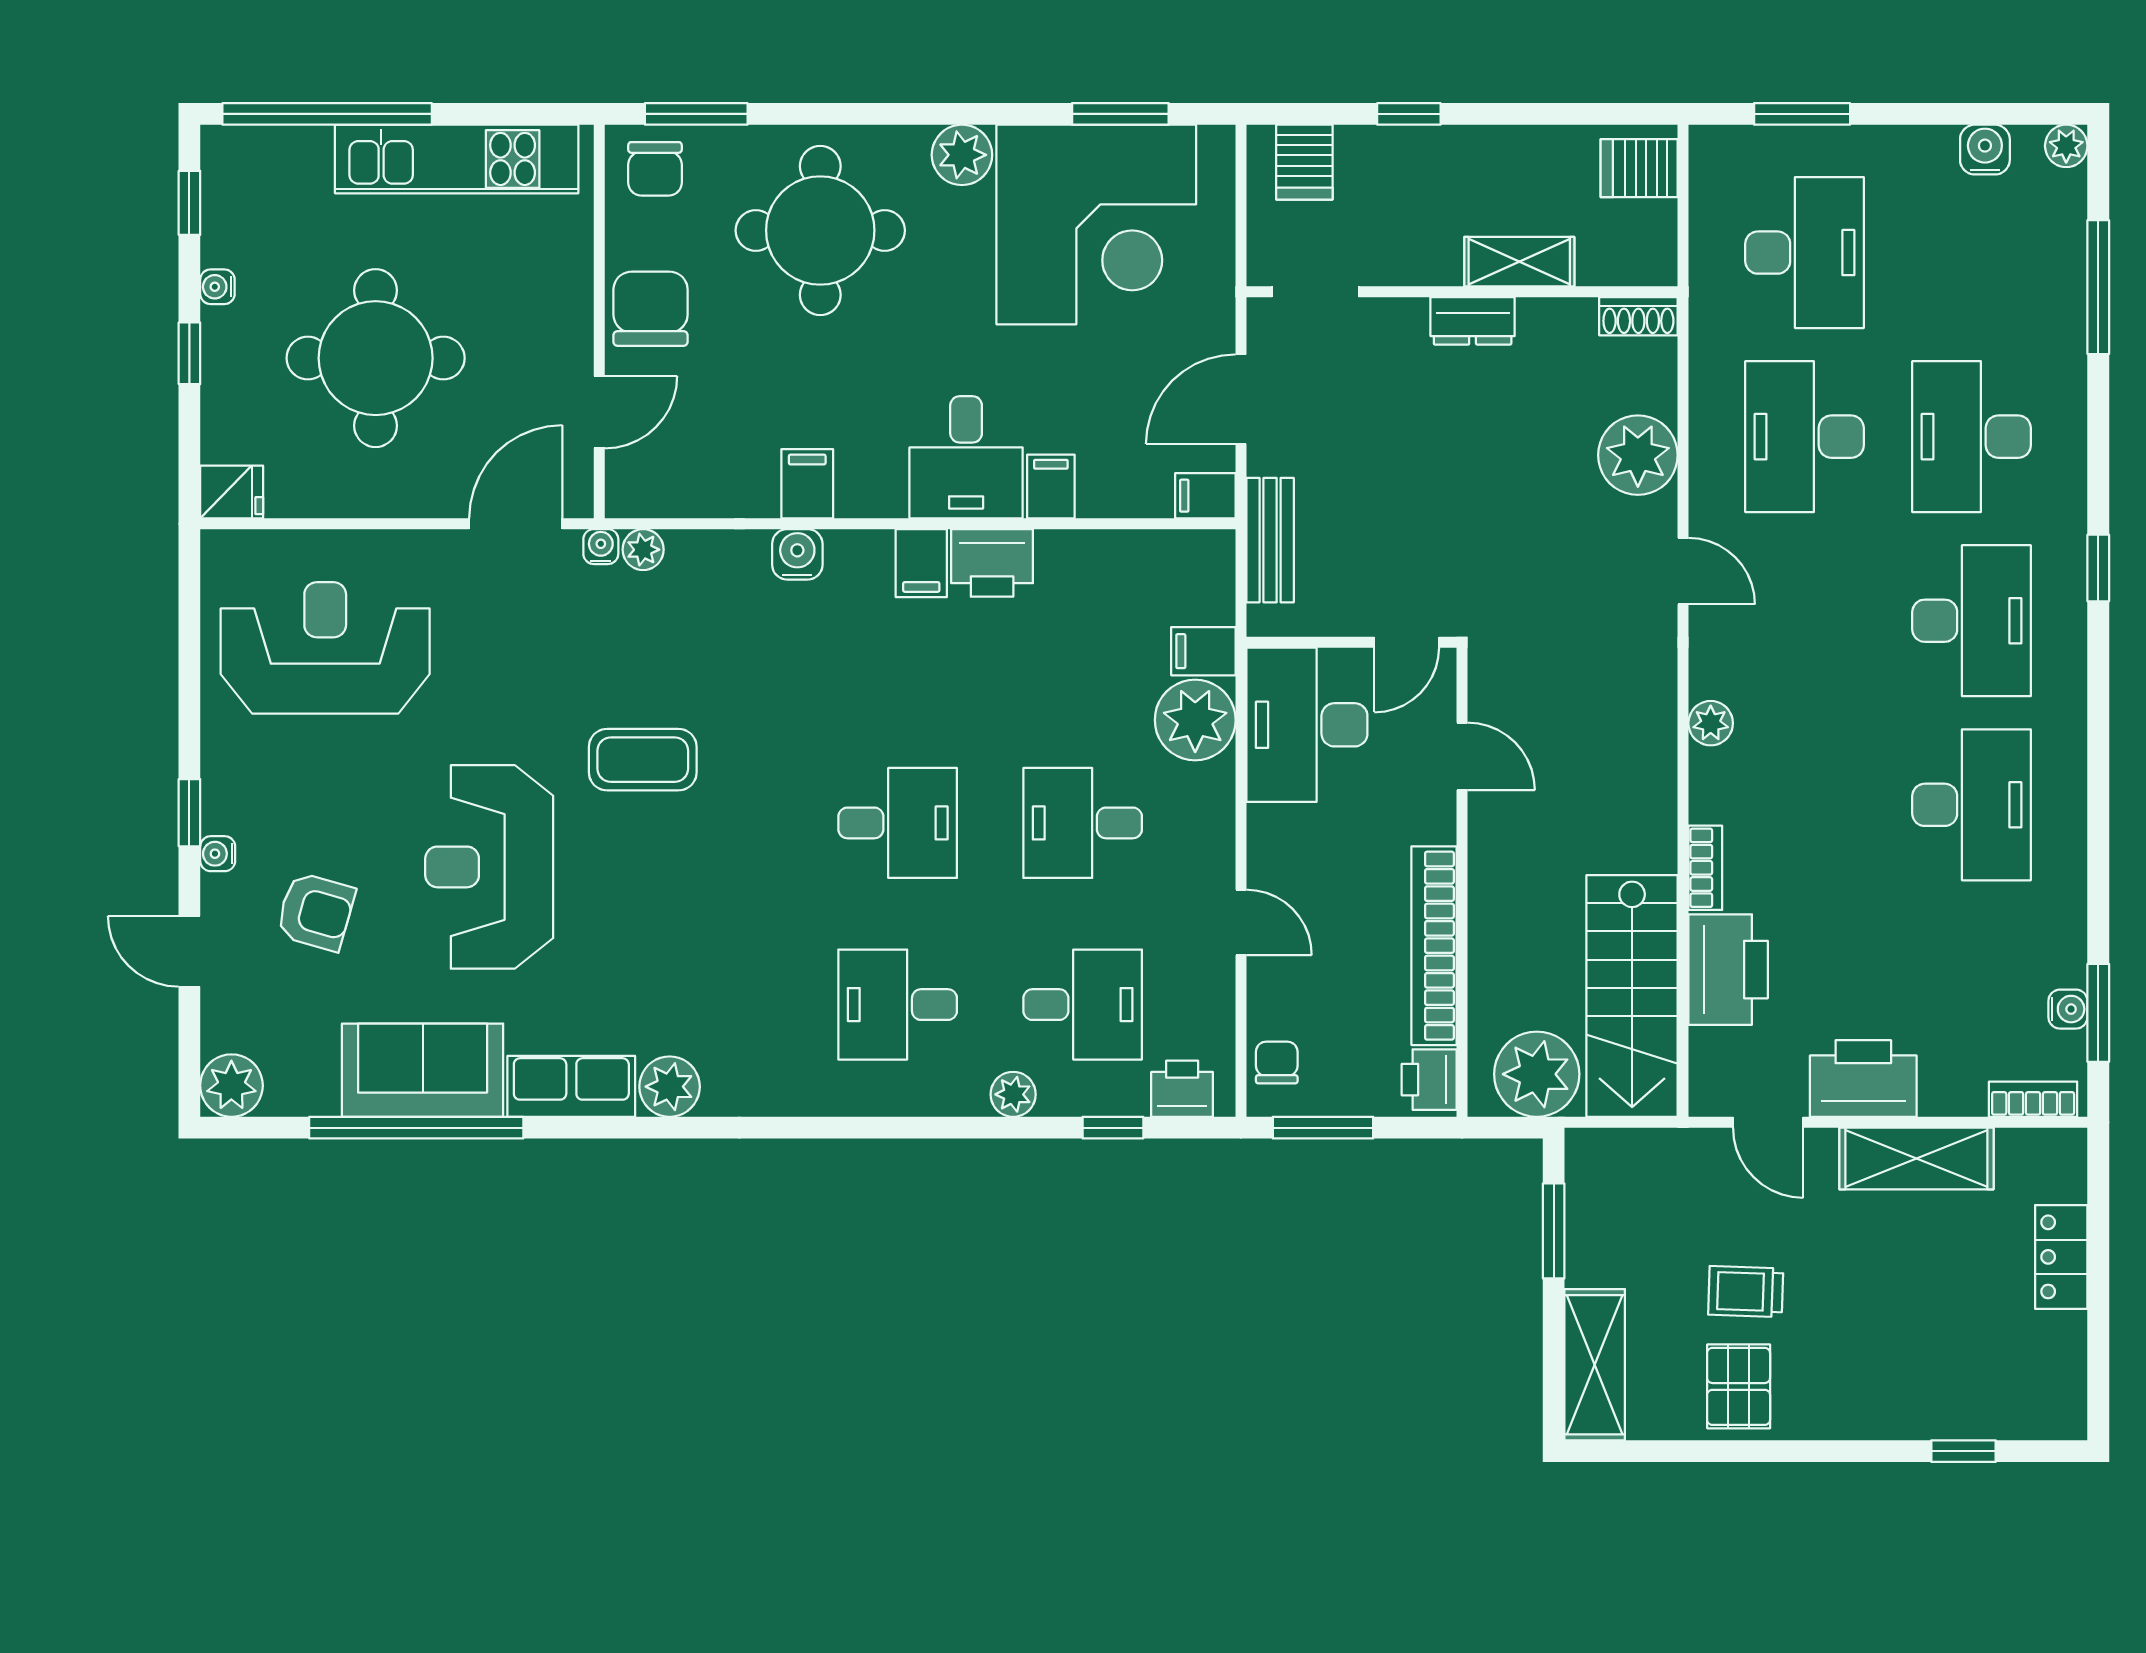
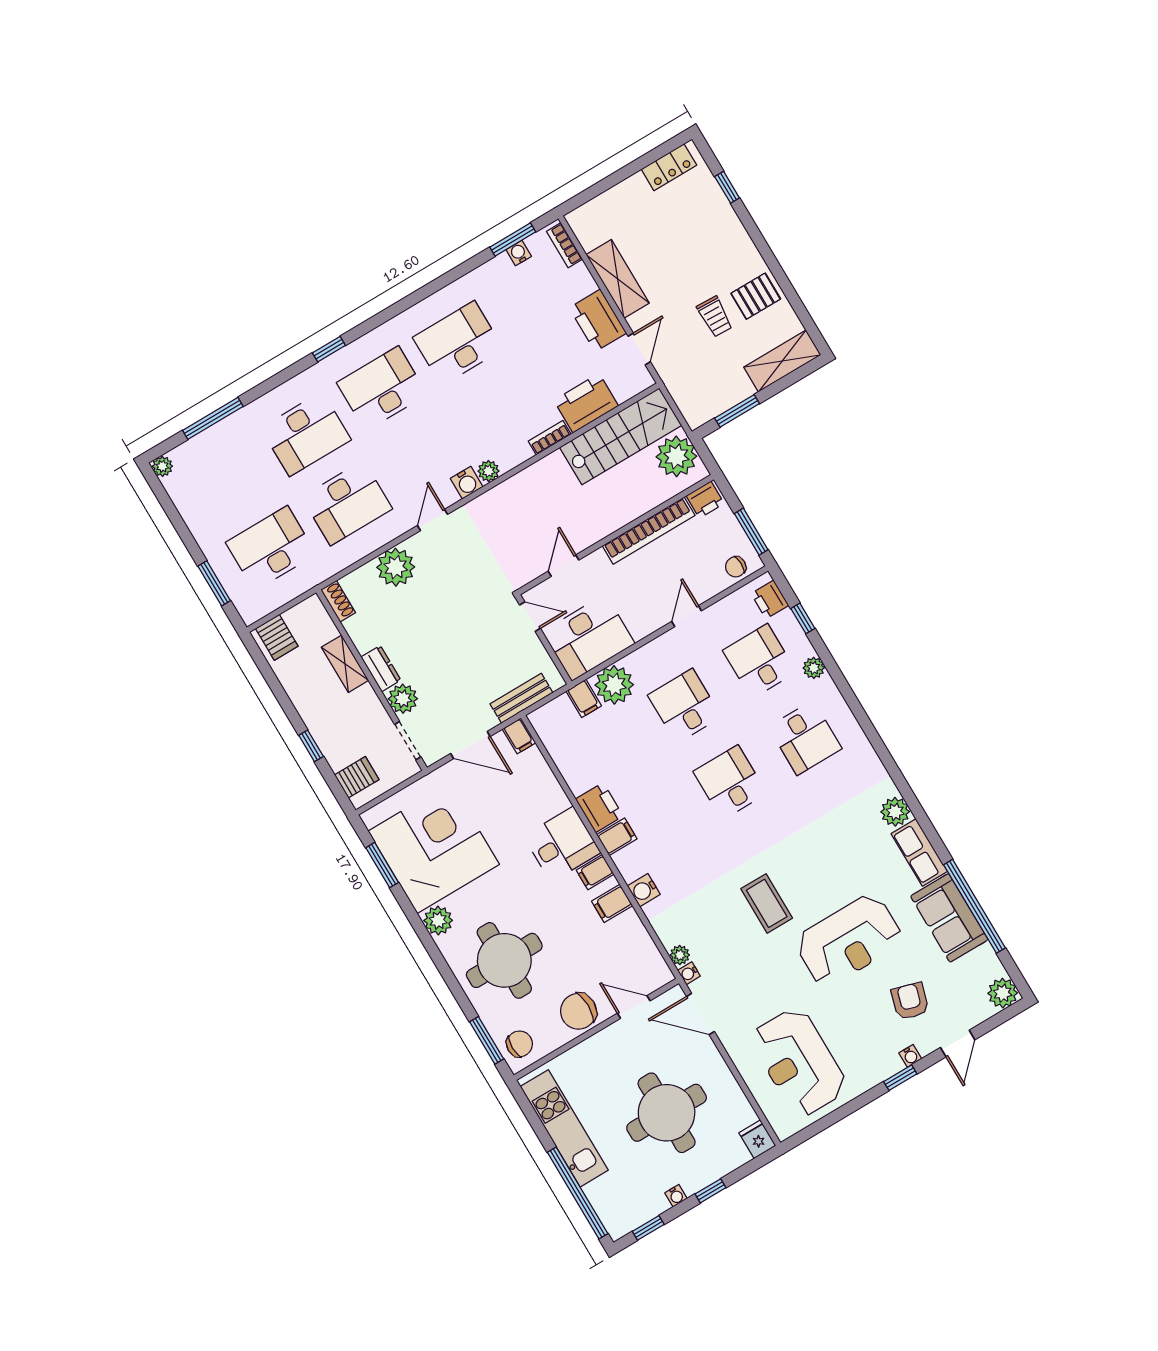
water cooler: (1985, 150) -> (467, 483), moved, turned -90
plant: (1395, 328) -> (403, 699), added
filing cabinet: (1051, 486) -> (595, 872), moved
desk: (1083, 823) -> (684, 706), turned 180
locker: (2061, 1257) -> (669, 167), moved

